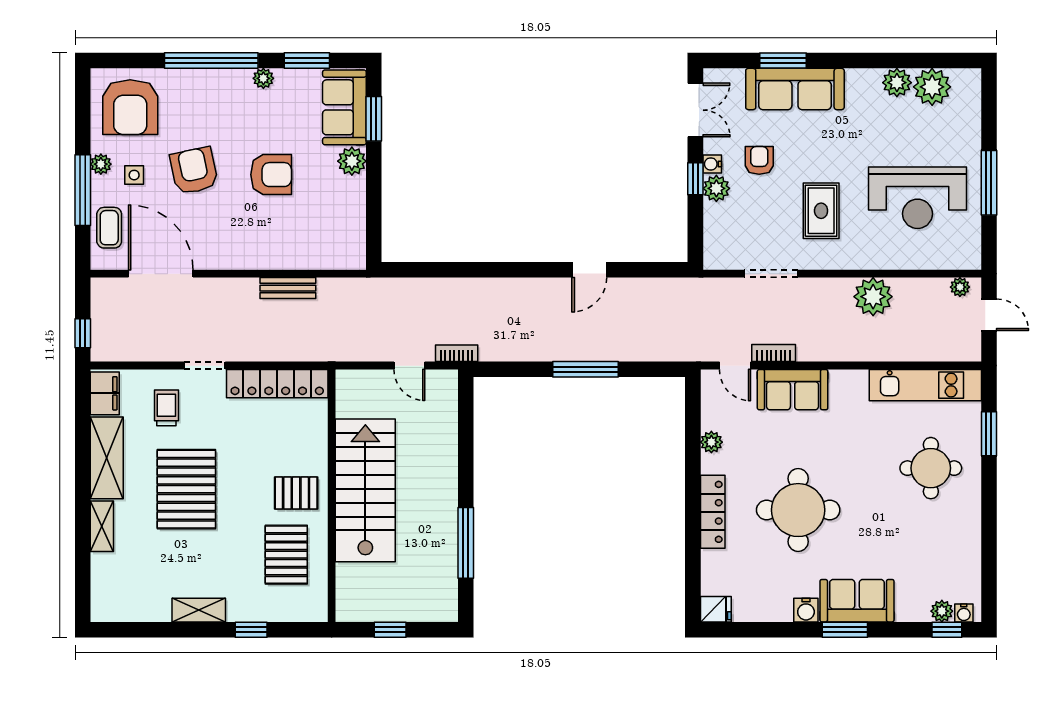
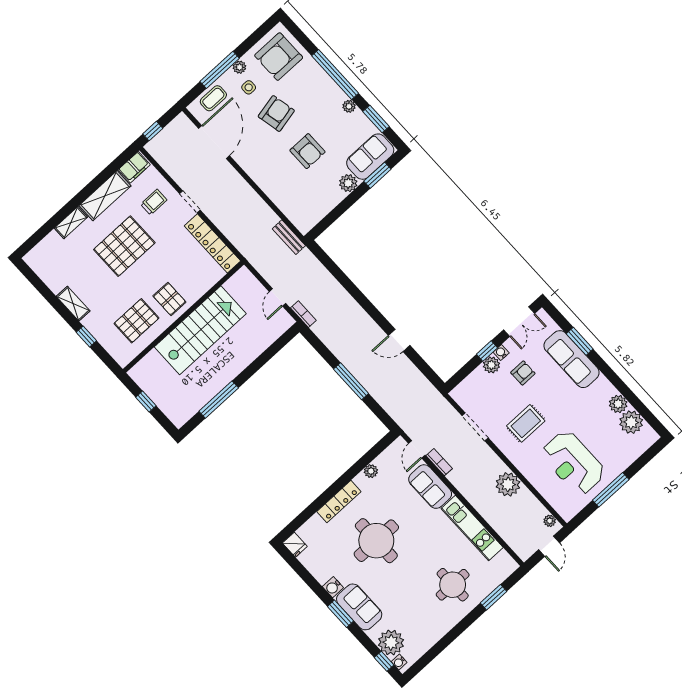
bench: (288, 288) -> (289, 237), moved
kitchen unit: (925, 385) -> (472, 528), moved
plant: (942, 611) -> (391, 642), width x1.88, depth x1.88

